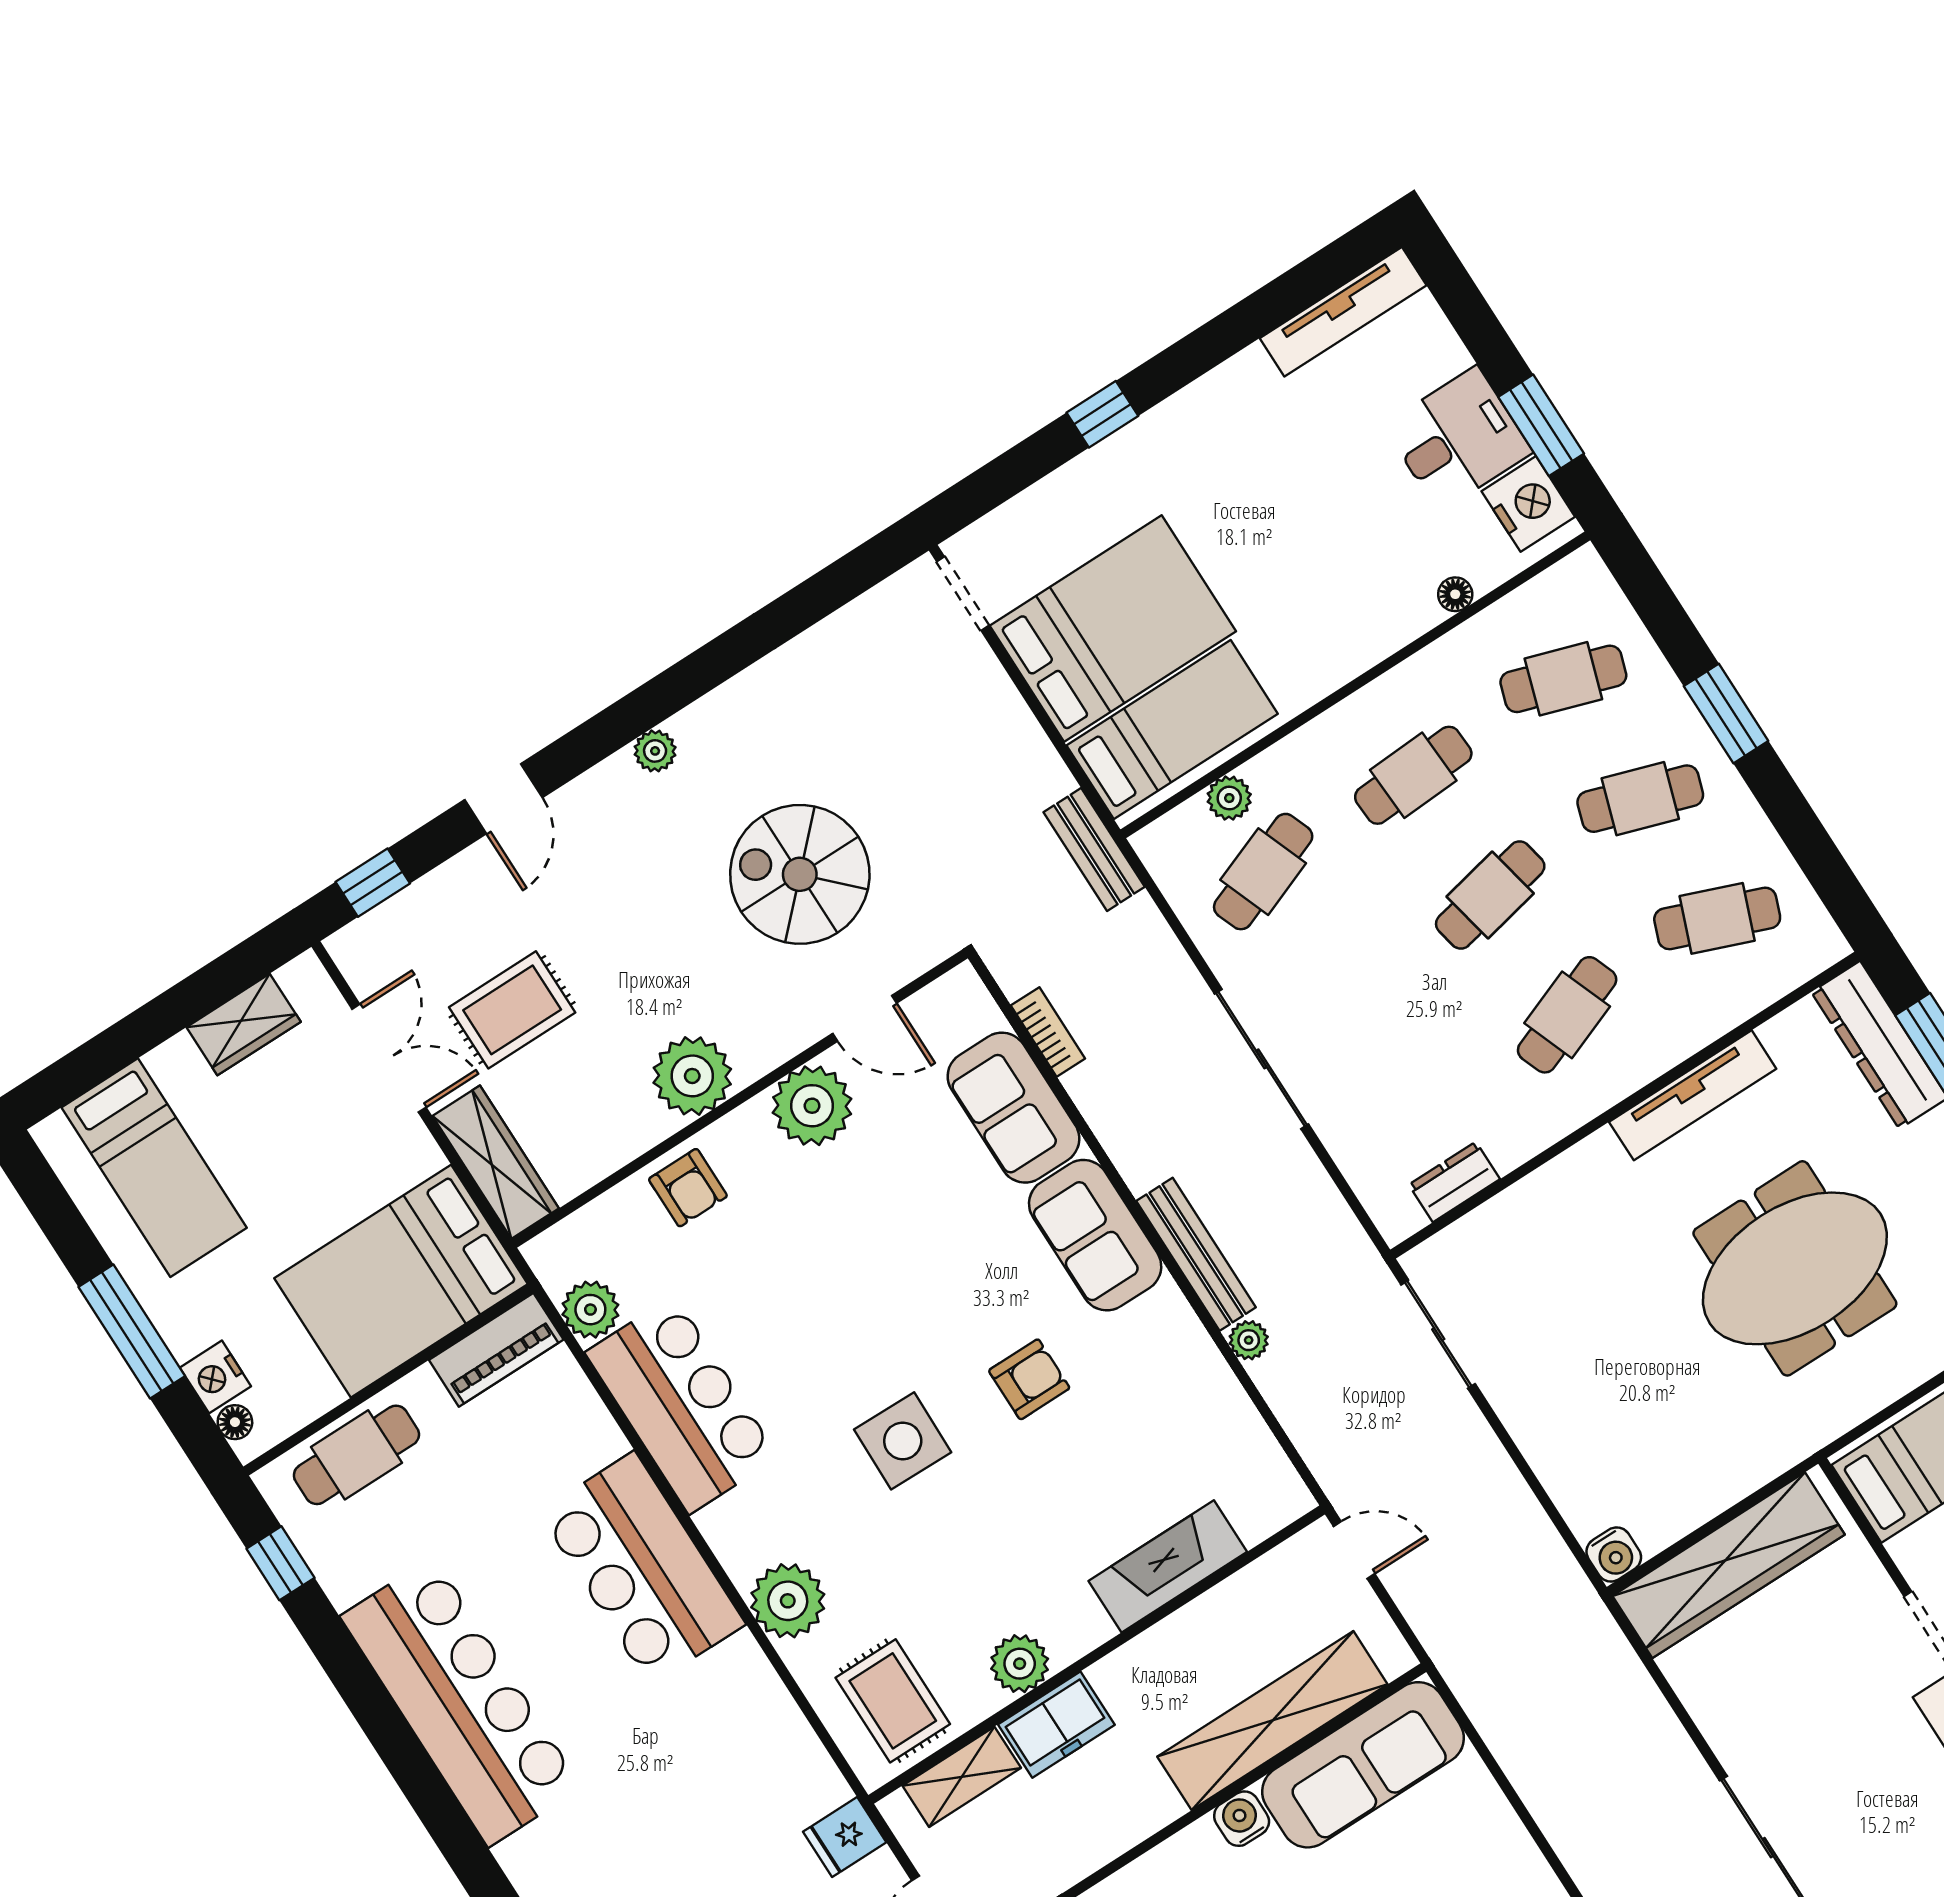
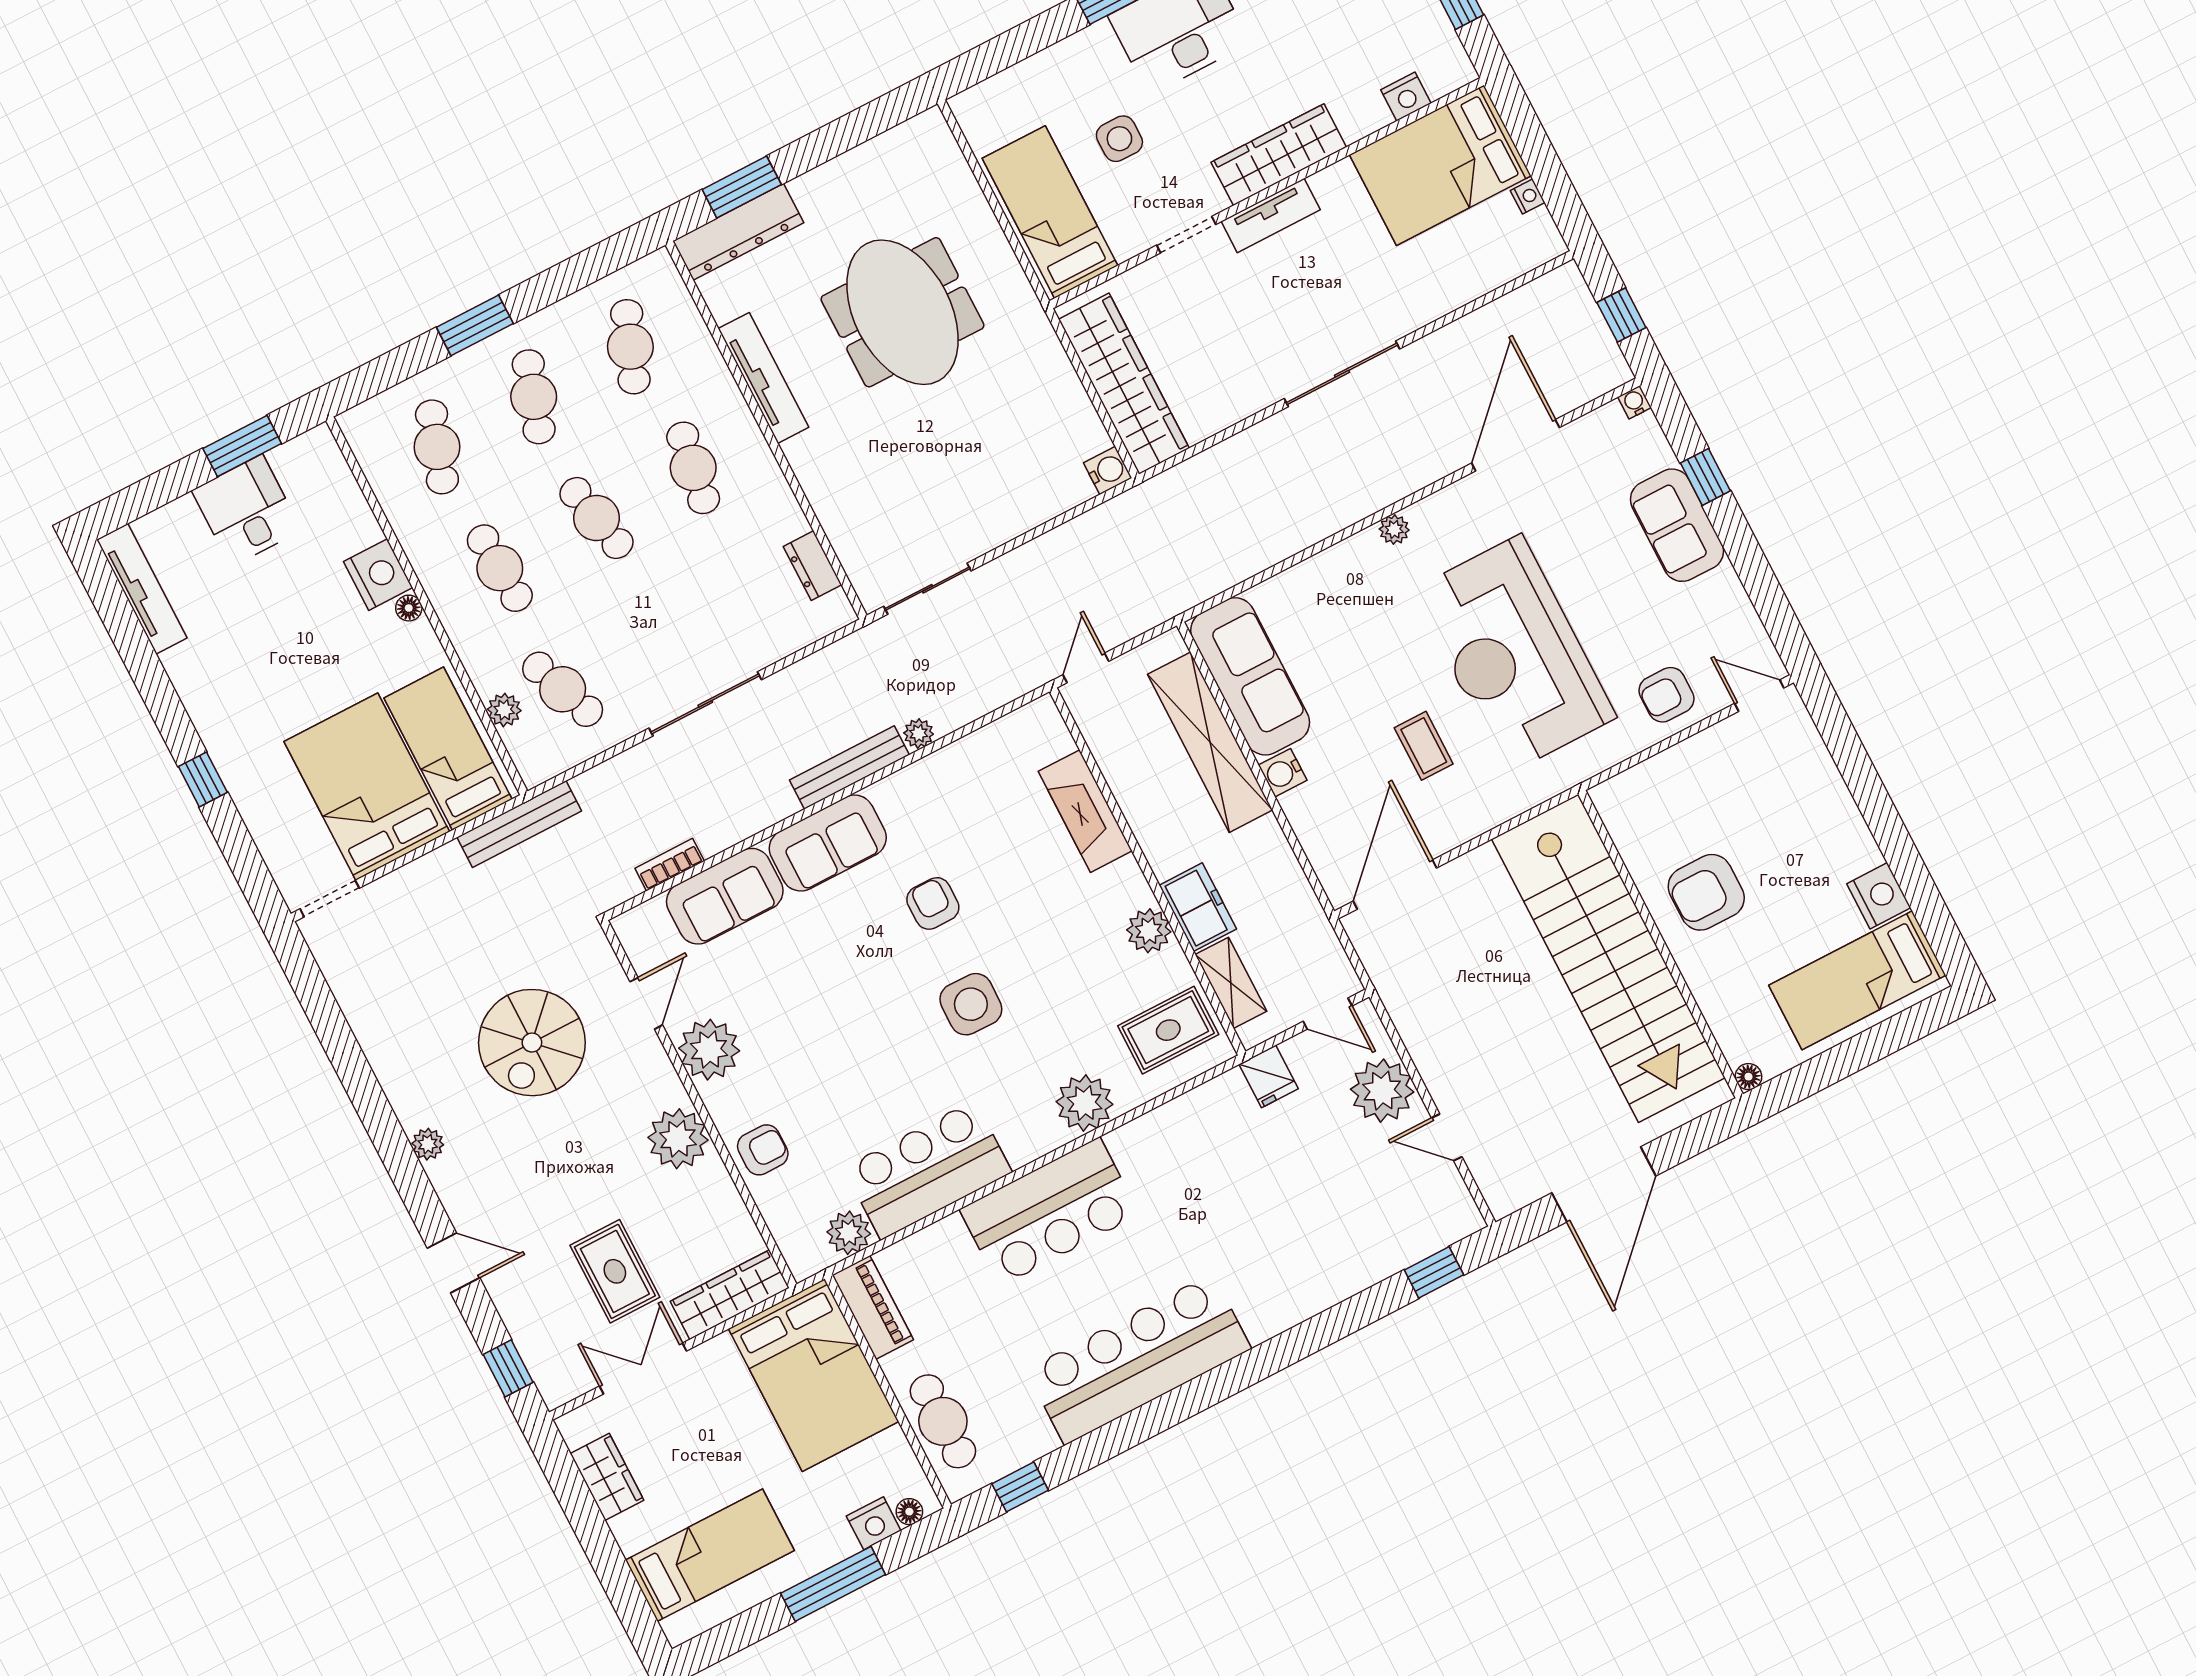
nightstand: (1528, 504) -> (378, 575), moved, turned 90
floor lamp: (1455, 594) -> (409, 608), moved
bench: (1094, 849) -> (519, 824), width x1.36
cafe table: (1567, 1015) -> (693, 468), turned 30

